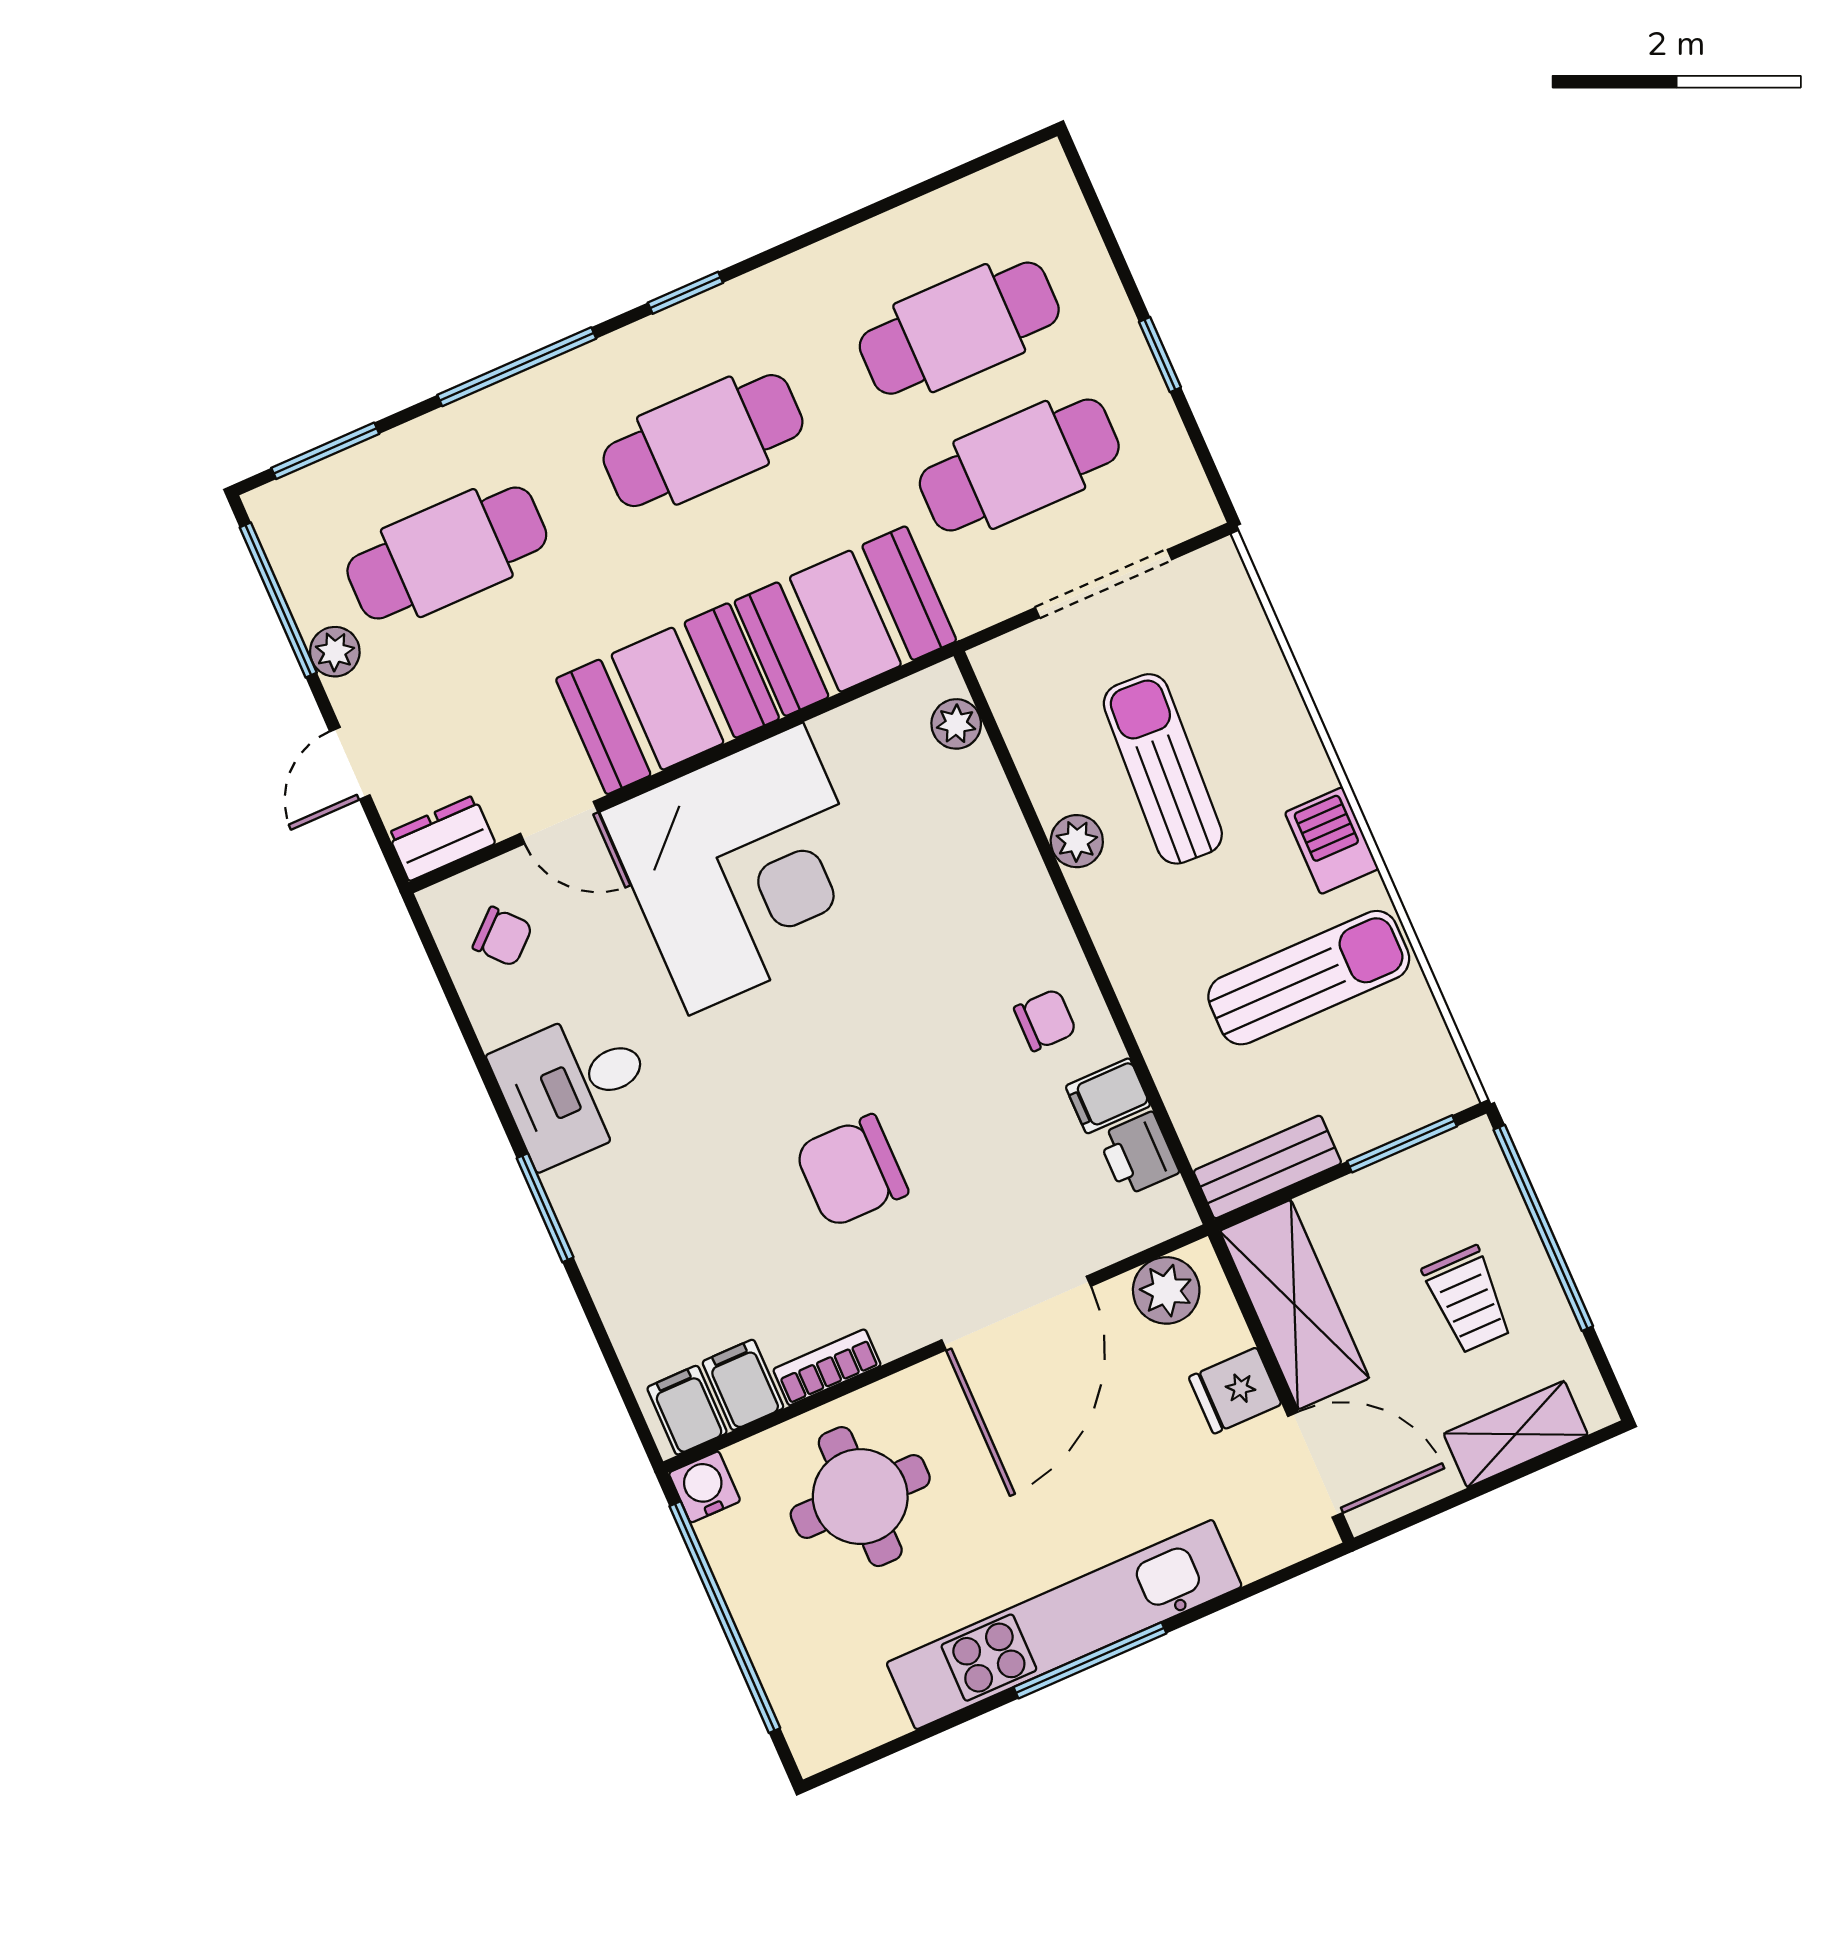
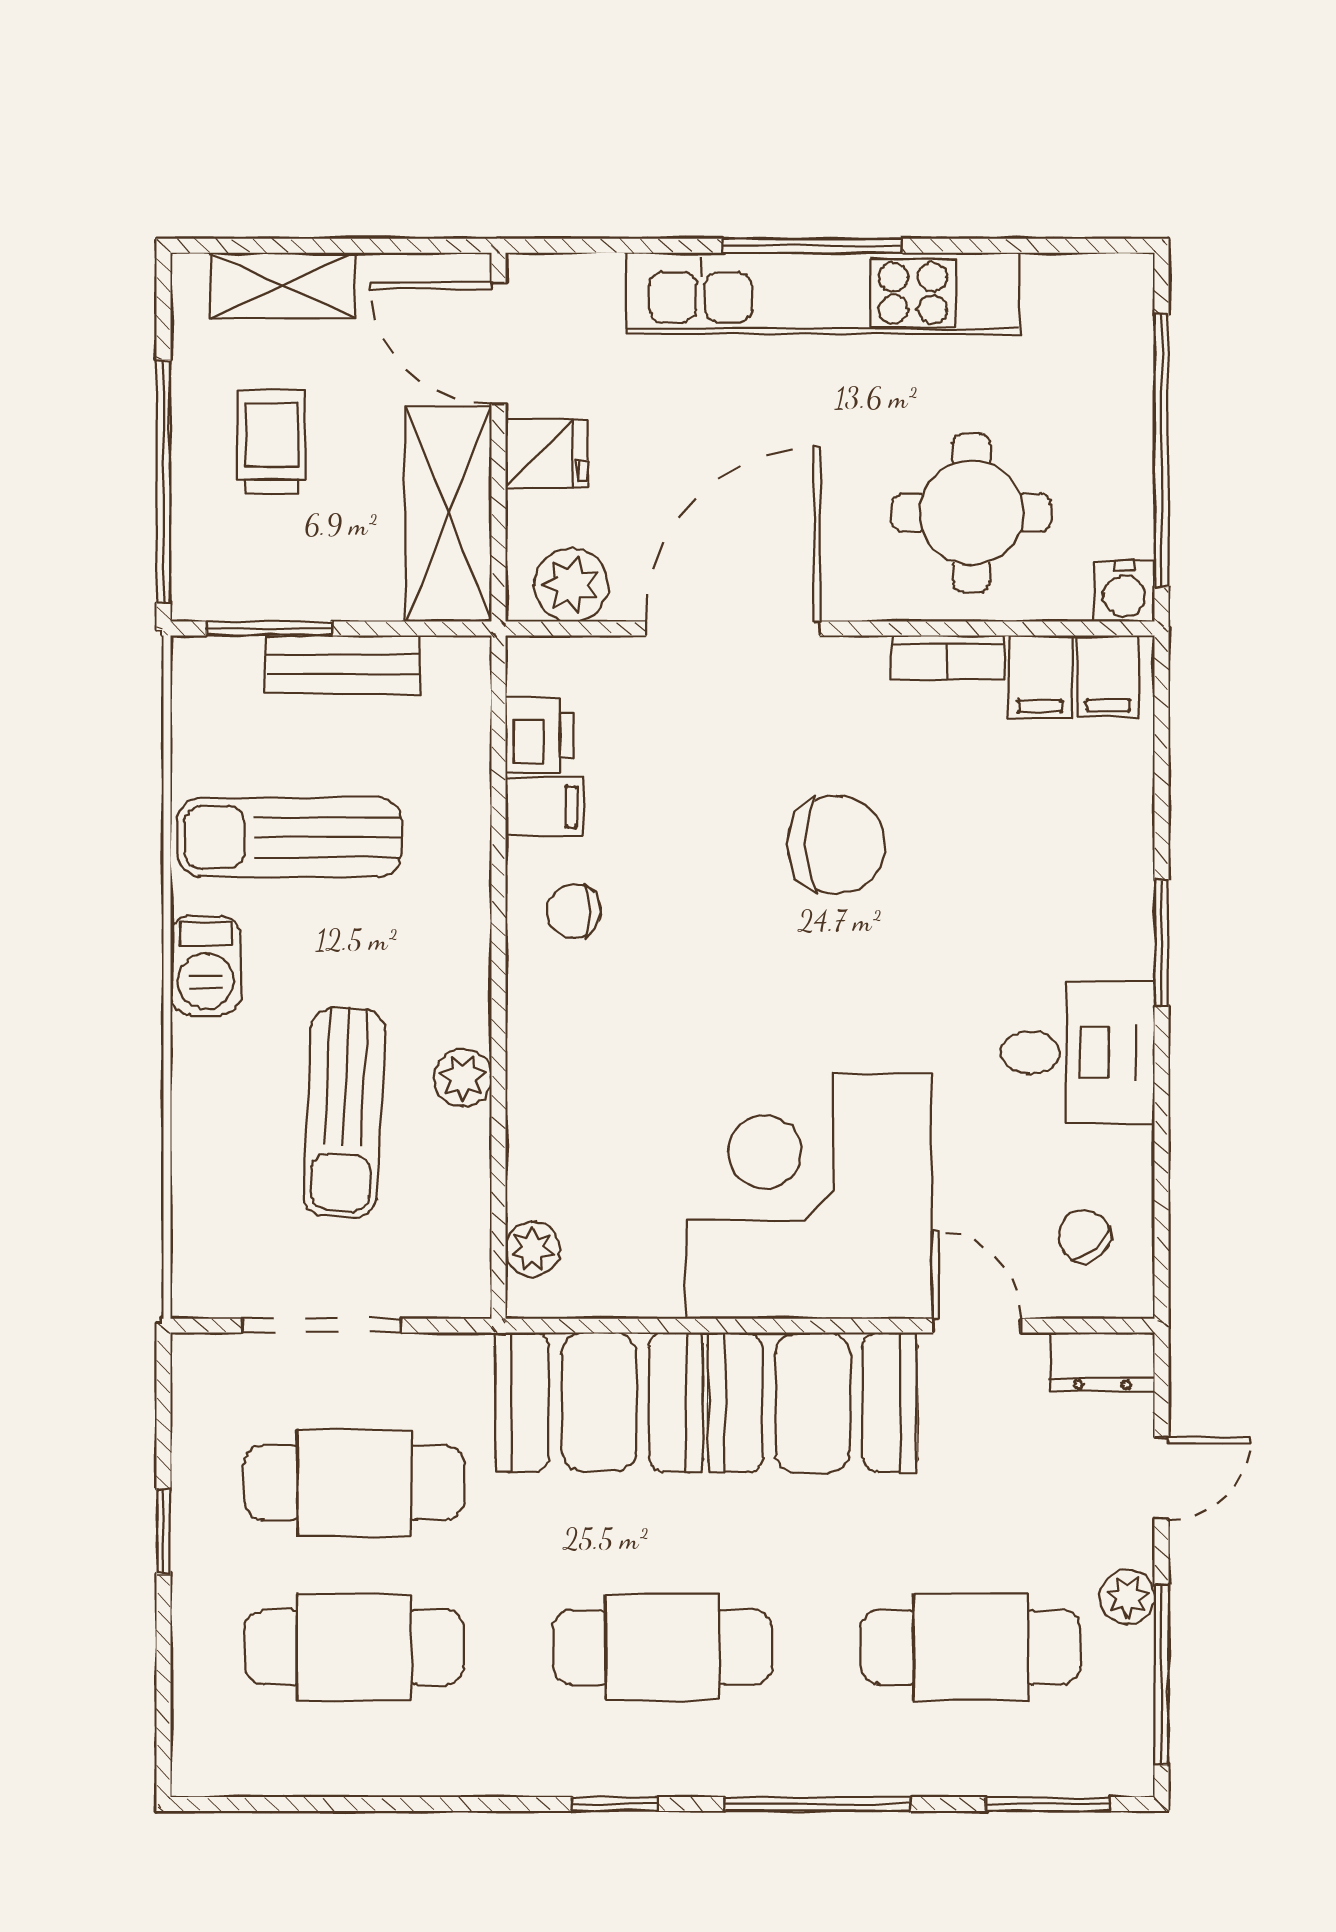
bench: (1267, 1167) -> (342, 665), moved

